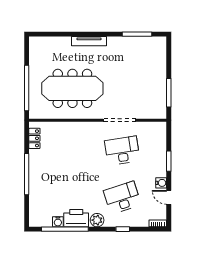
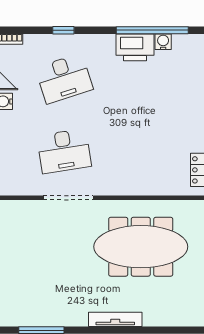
plant: (97, 220) -> (103, 44), removed

